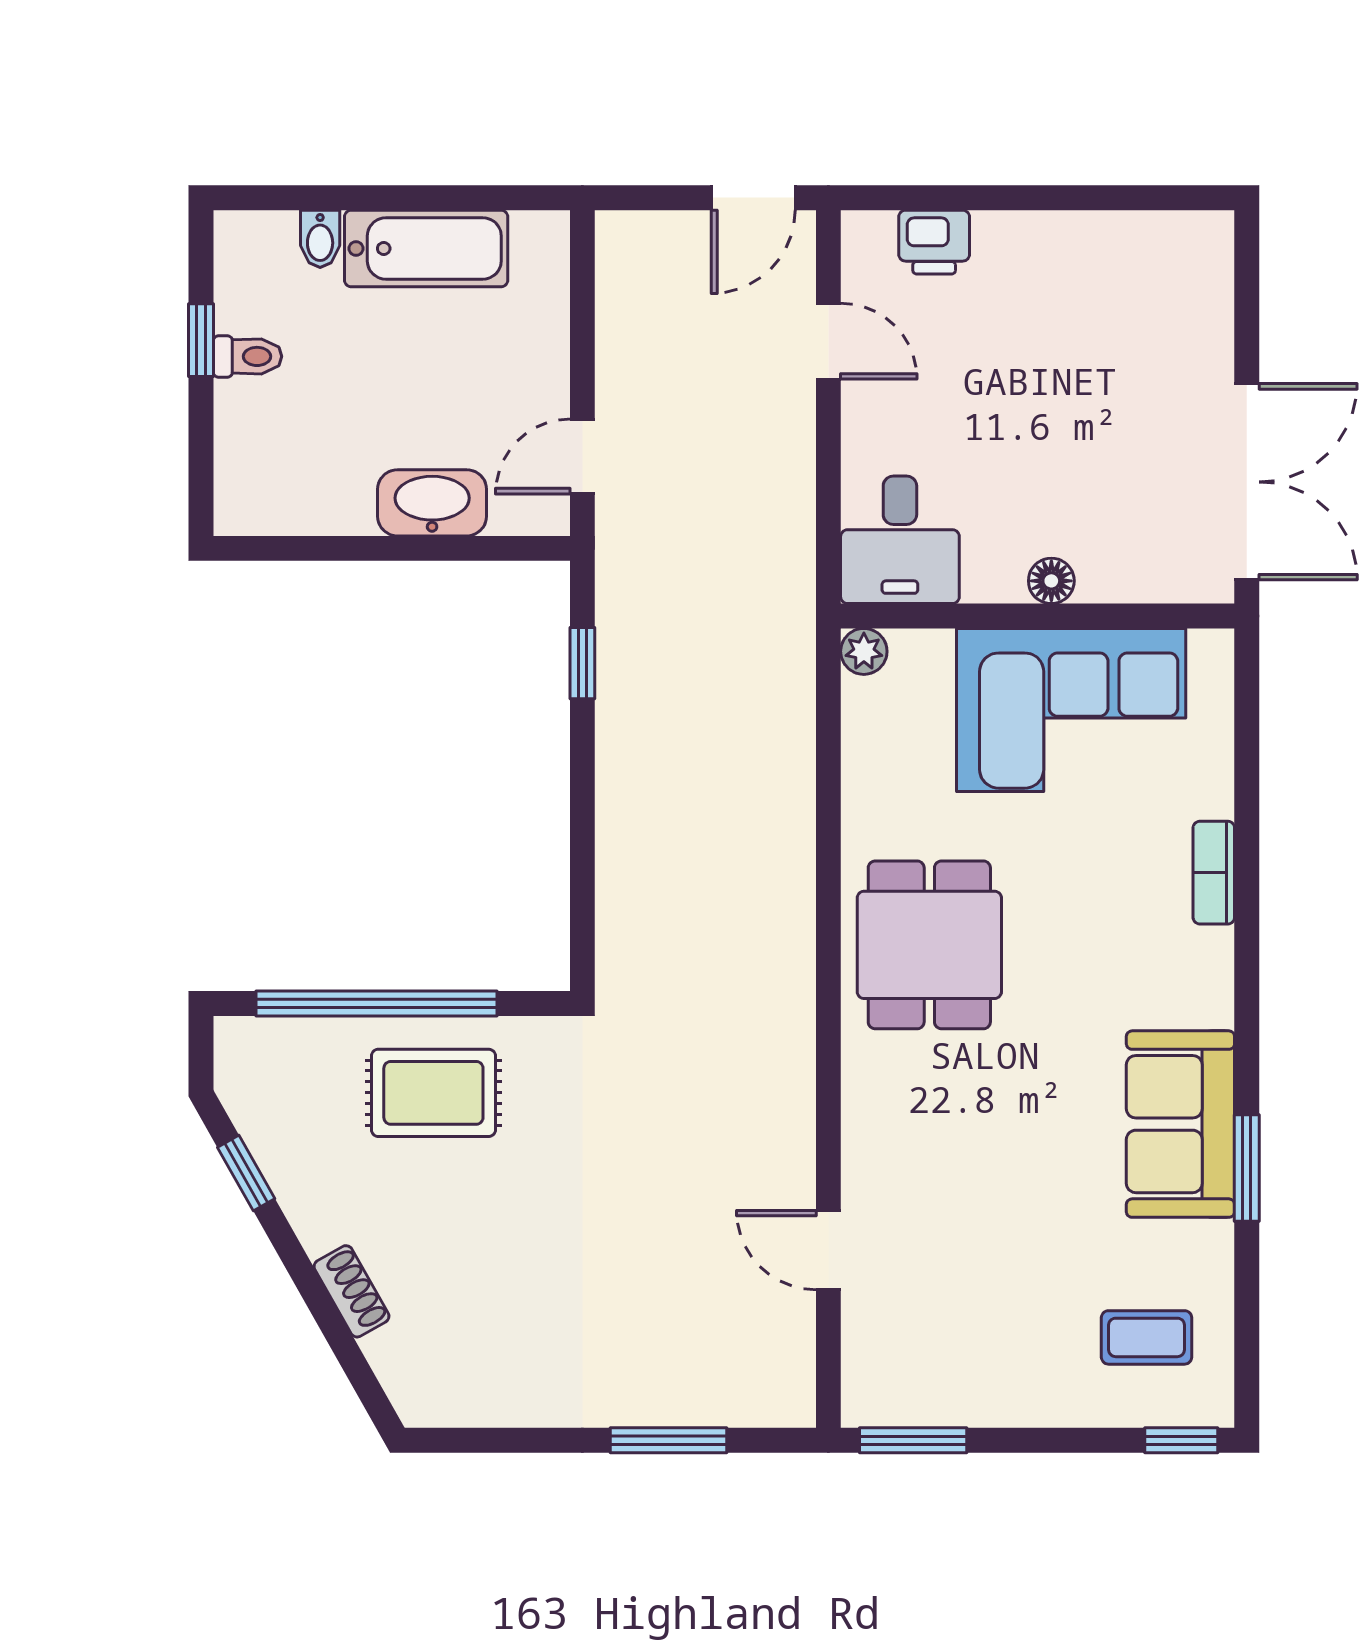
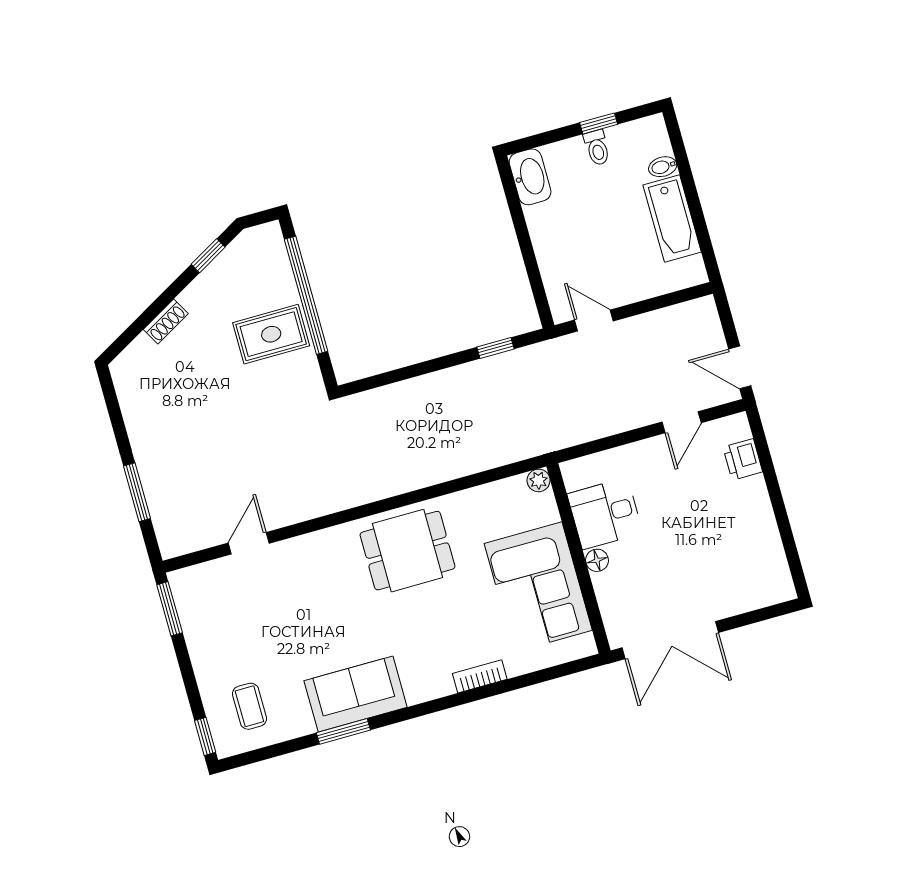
washbasin: (432, 503) -> (530, 177), moved
desk: (900, 540) -> (605, 513), moved
rug: (433, 1093) -> (271, 334), turned 90

